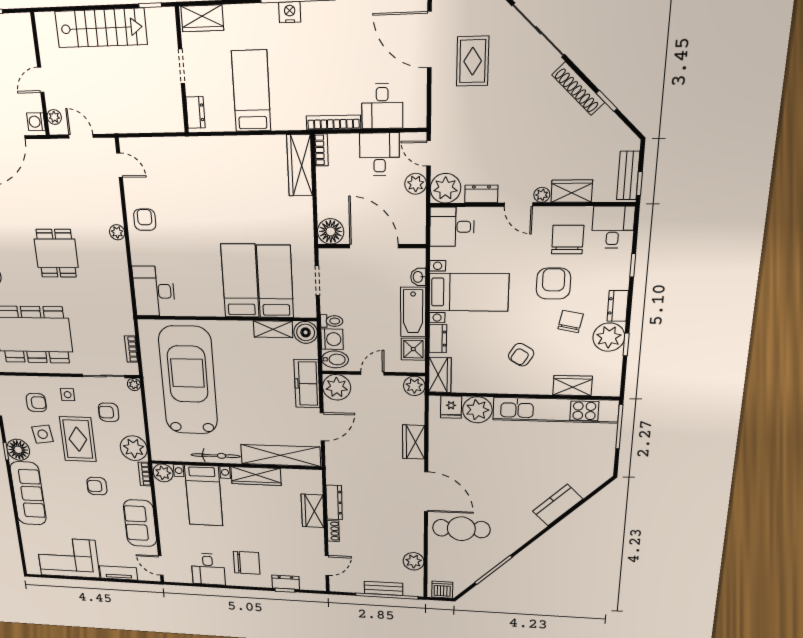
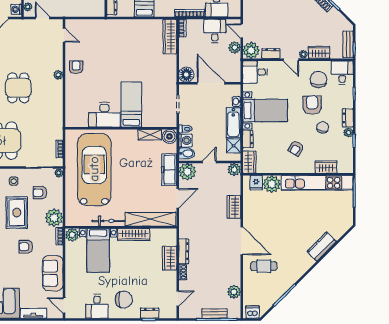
bed: (275, 282) -> (152, 105), removed
desk: (154, 291) -> (104, 115), moved, turned -90
plant: (609, 337) -> (348, 133), width x0.53, depth x0.53
cafe table: (461, 529) -> (264, 266), width x0.73, depth x0.74

